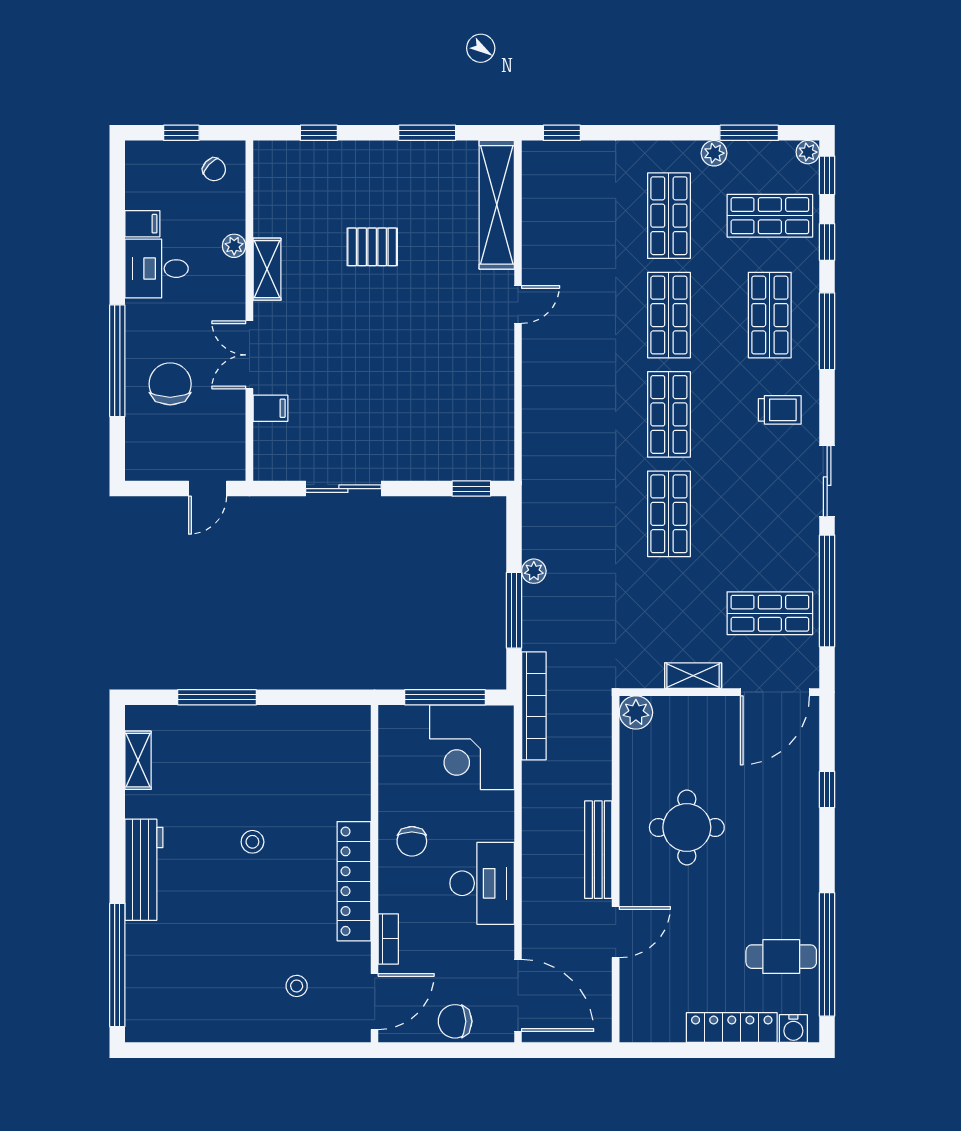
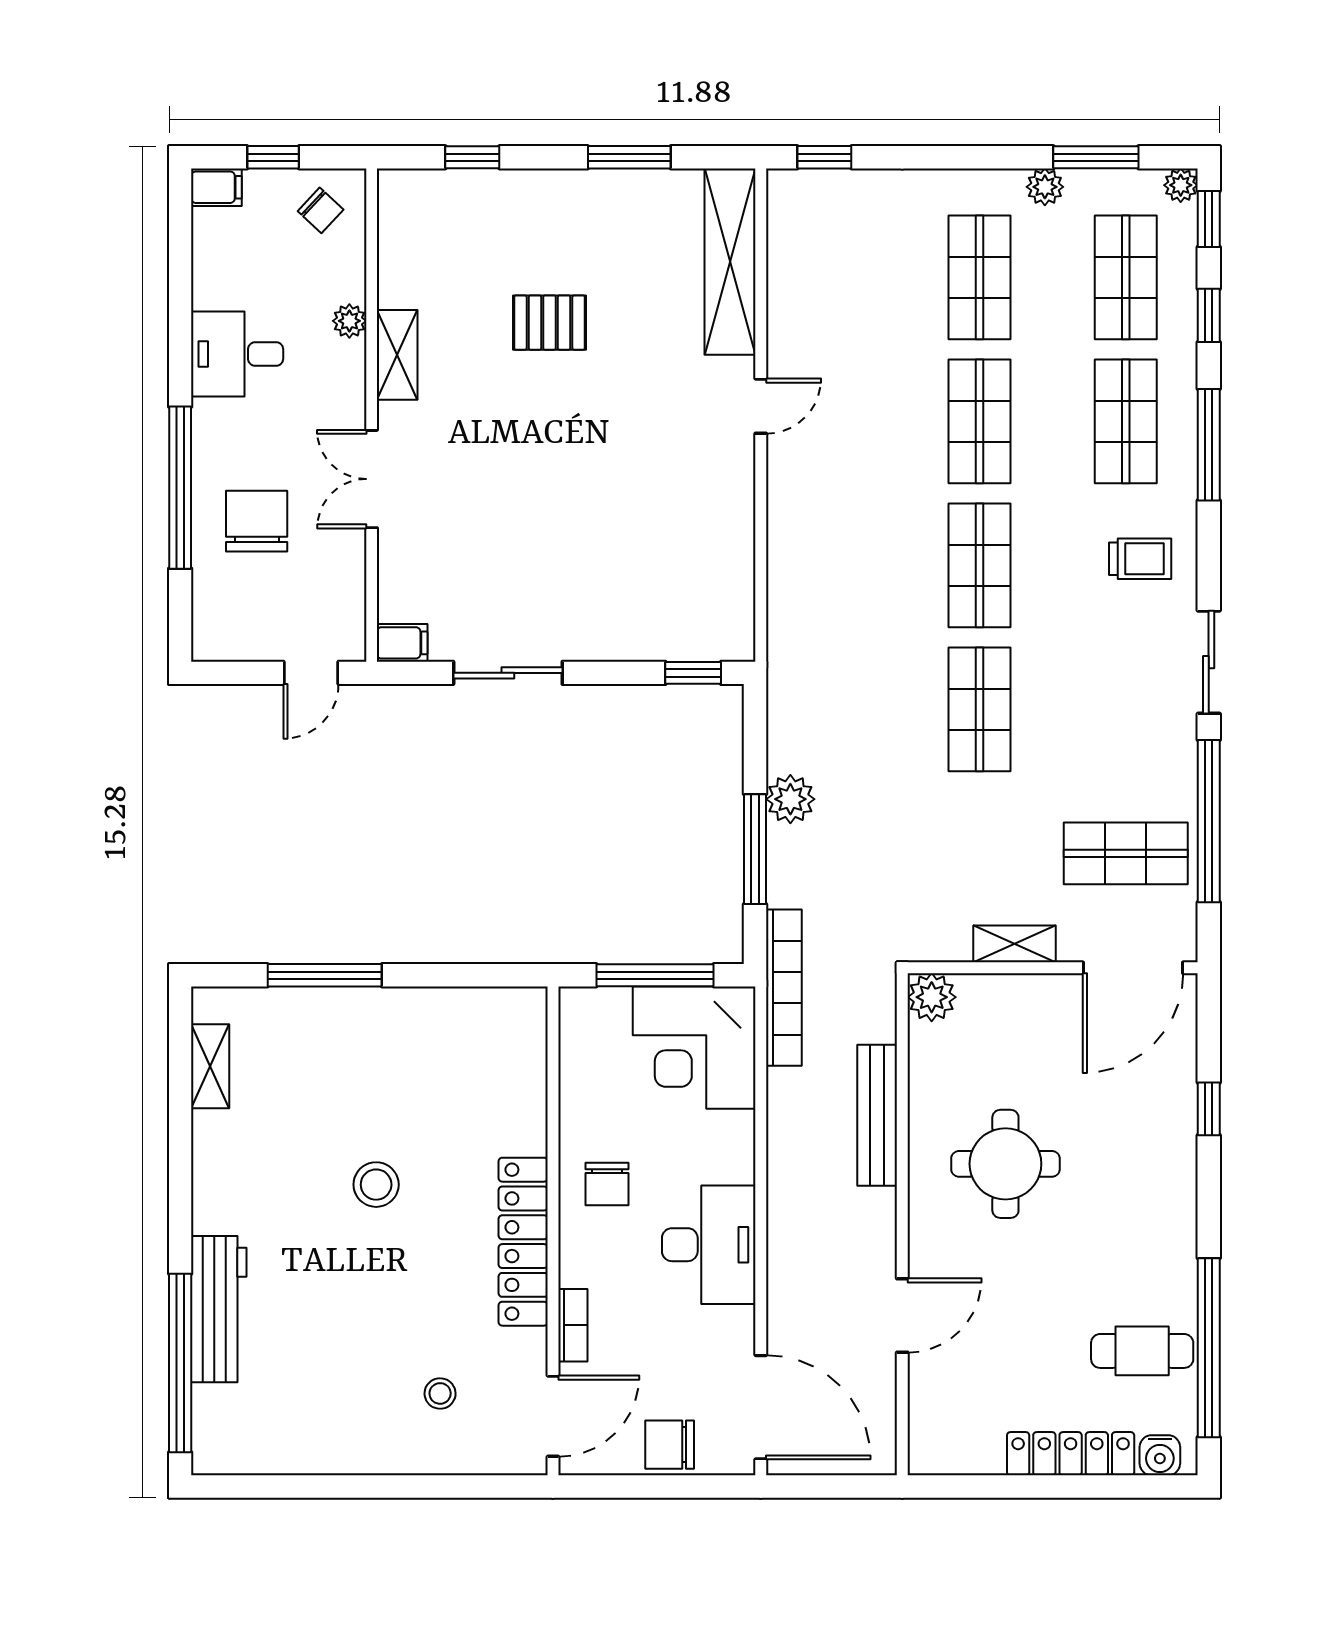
shop shelf: (770, 216) -> (1126, 277), turned 90
filing cabinet: (142, 224) -> (216, 187), moved
filing cabinet: (270, 408) -> (402, 643), moved
plant: (534, 571) -> (790, 799), width x1.38, depth x1.38
stool: (252, 842) -> (376, 1185), width x1.37, depth x1.37
bench: (598, 850) -> (877, 1115), moved
workbench: (144, 870) -> (219, 1309), moved

